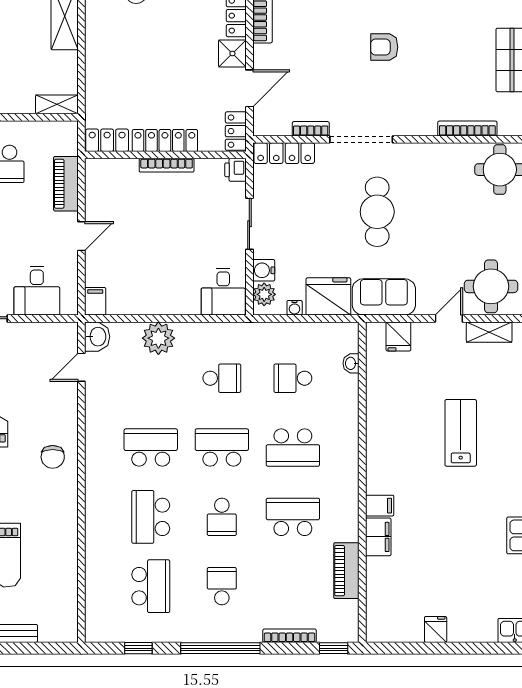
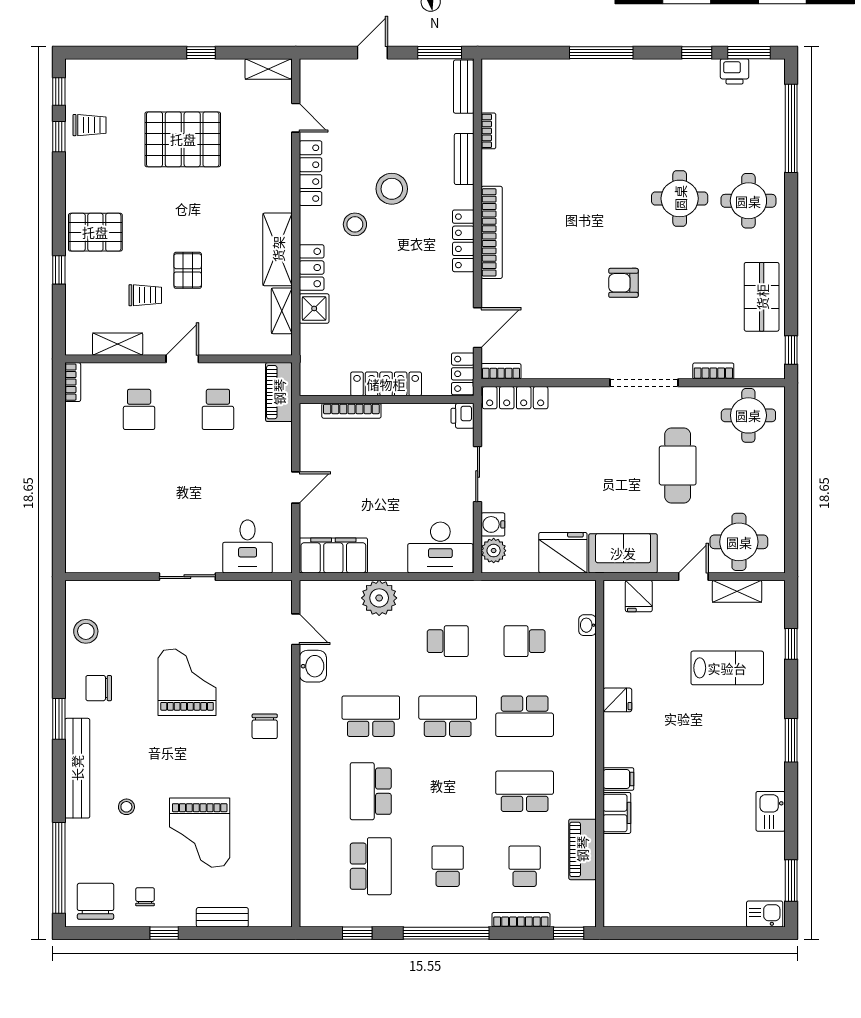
shower: (232, 53) -> (314, 308), moved
shelving: (57, 104) -> (282, 311), moved, turned 90
bookcase: (311, 129) -> (501, 371), moved
bookcase: (467, 129) -> (713, 371), width x0.64
doorway: (361, 139) -> (644, 383), moved
locker: (107, 140) -> (312, 268), moved, turned 90
bookcase: (167, 165) -> (351, 411), moved
piano: (66, 184) -> (279, 392), moved
cafe table: (377, 212) -> (678, 465), moved
desk: (223, 292) -> (440, 548), width x1.37
filing cabinet: (95, 301) -> (333, 555), width x3.00, depth x1.17
water cooler: (295, 308) -> (526, 565), removed
washbasin: (97, 337) -> (313, 666), moved
door: (81, 367) -> (296, 629), swing flipped
lab bench: (461, 433) -> (727, 668), moved, turned 90
school desk: (222, 517) -> (525, 866), moved, turned 180
fridge: (436, 629) -> (617, 700), moved, turned 90

